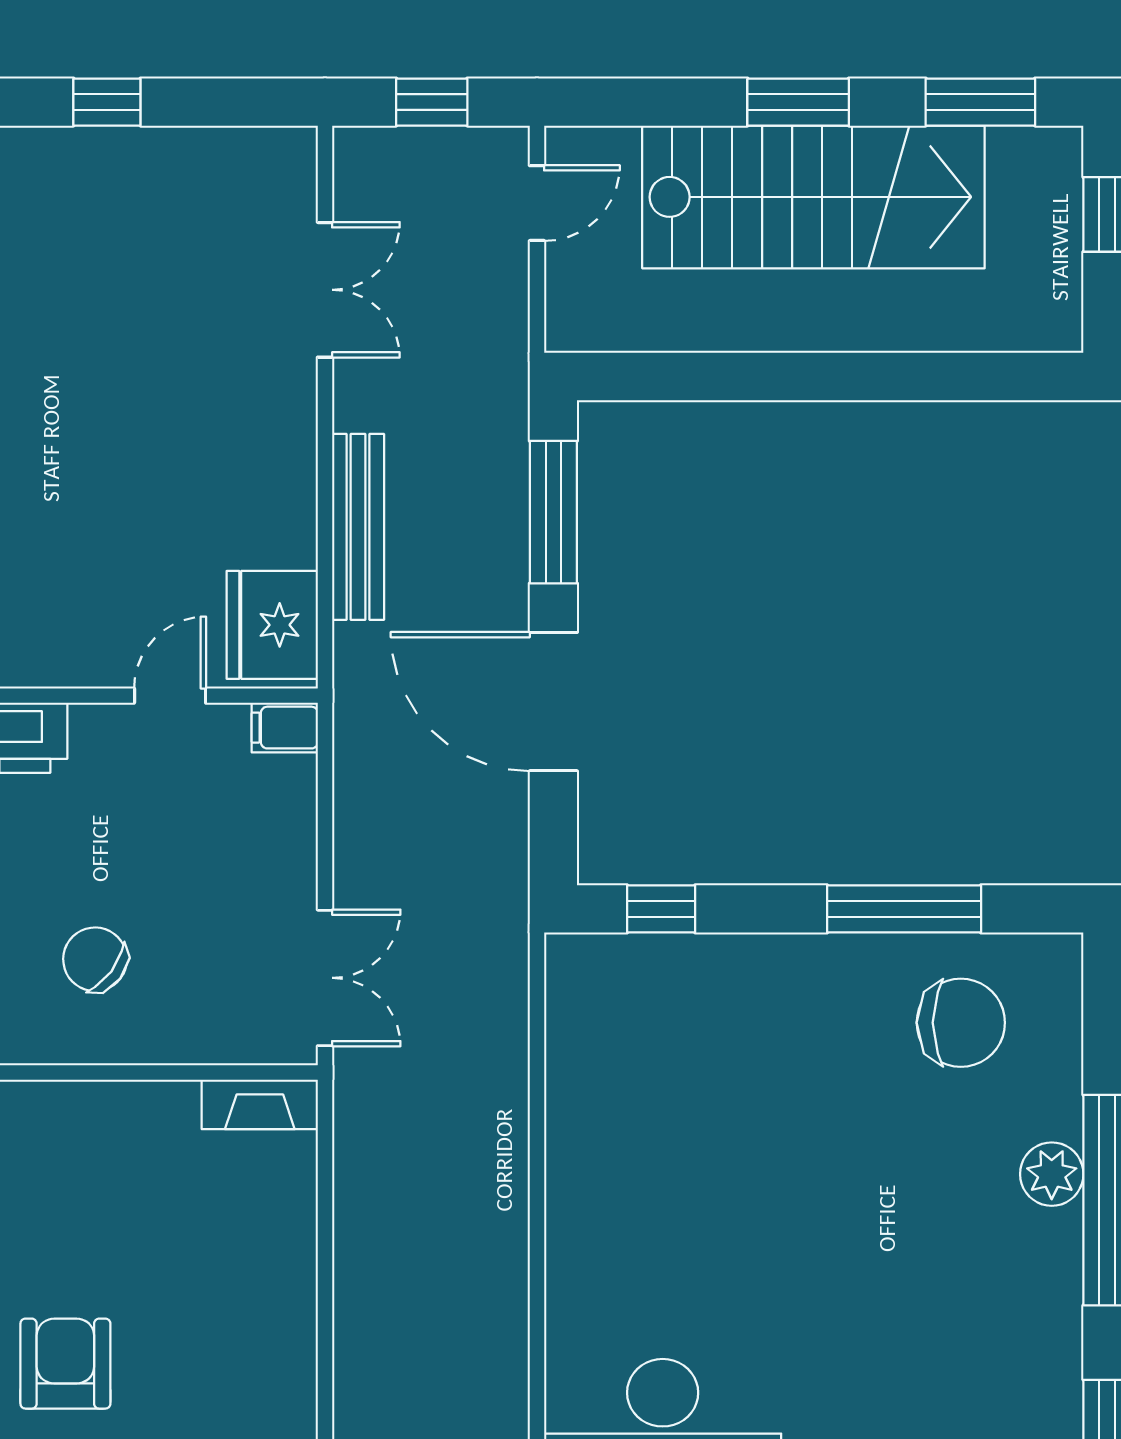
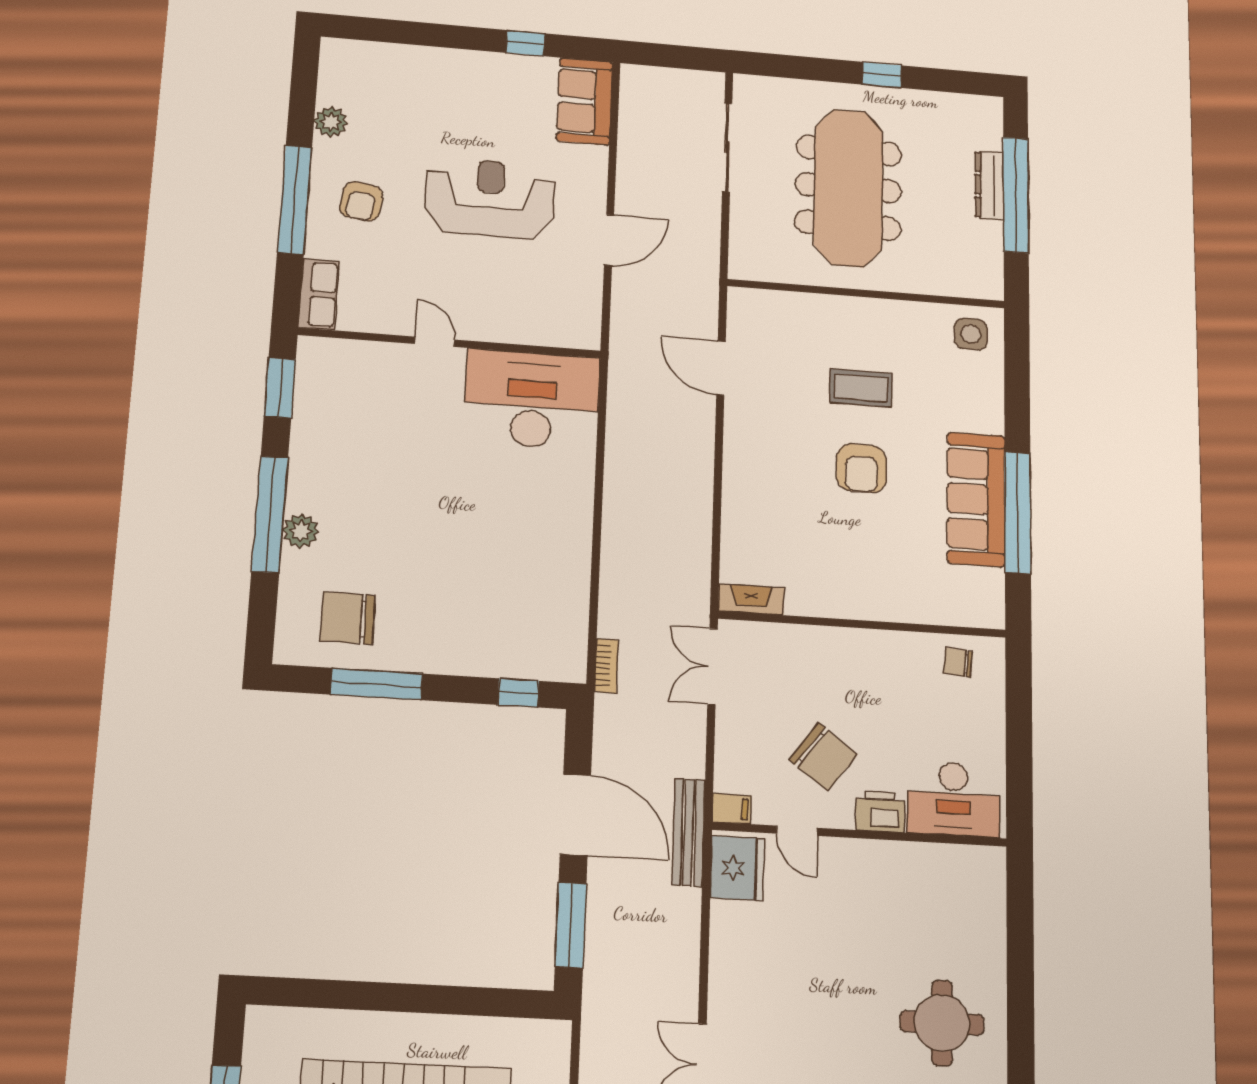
bench: (358, 527) -> (689, 832), moved
door: (170, 696) -> (797, 831), hinge flipped
chair: (95, 959) -> (823, 757), moved, width x1.37, depth x1.37
bookcase: (511, 967) -> (606, 666), added

